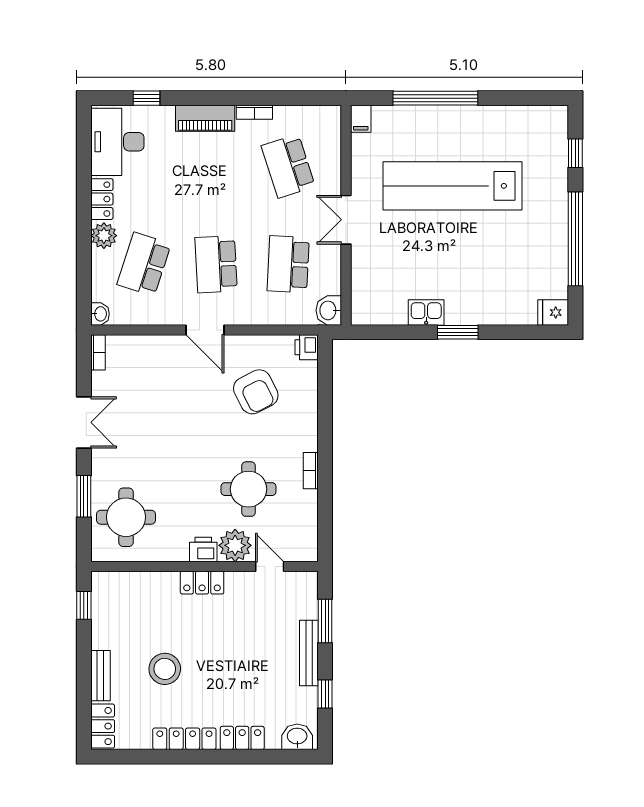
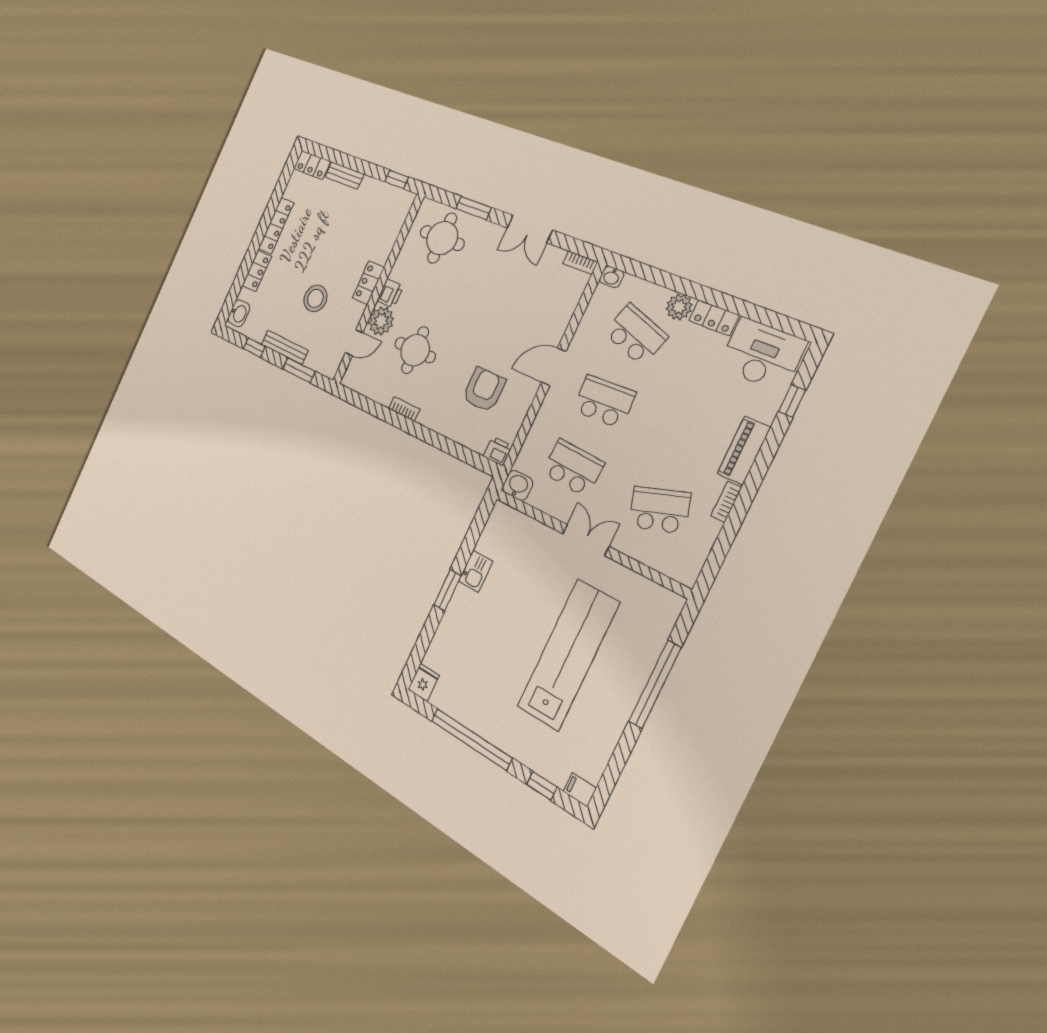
filing cabinet: (361, 119) -> (580, 790), moved
armchair: (256, 392) -> (484, 390), turned 117
stool: (165, 669) -> (315, 298), moved

